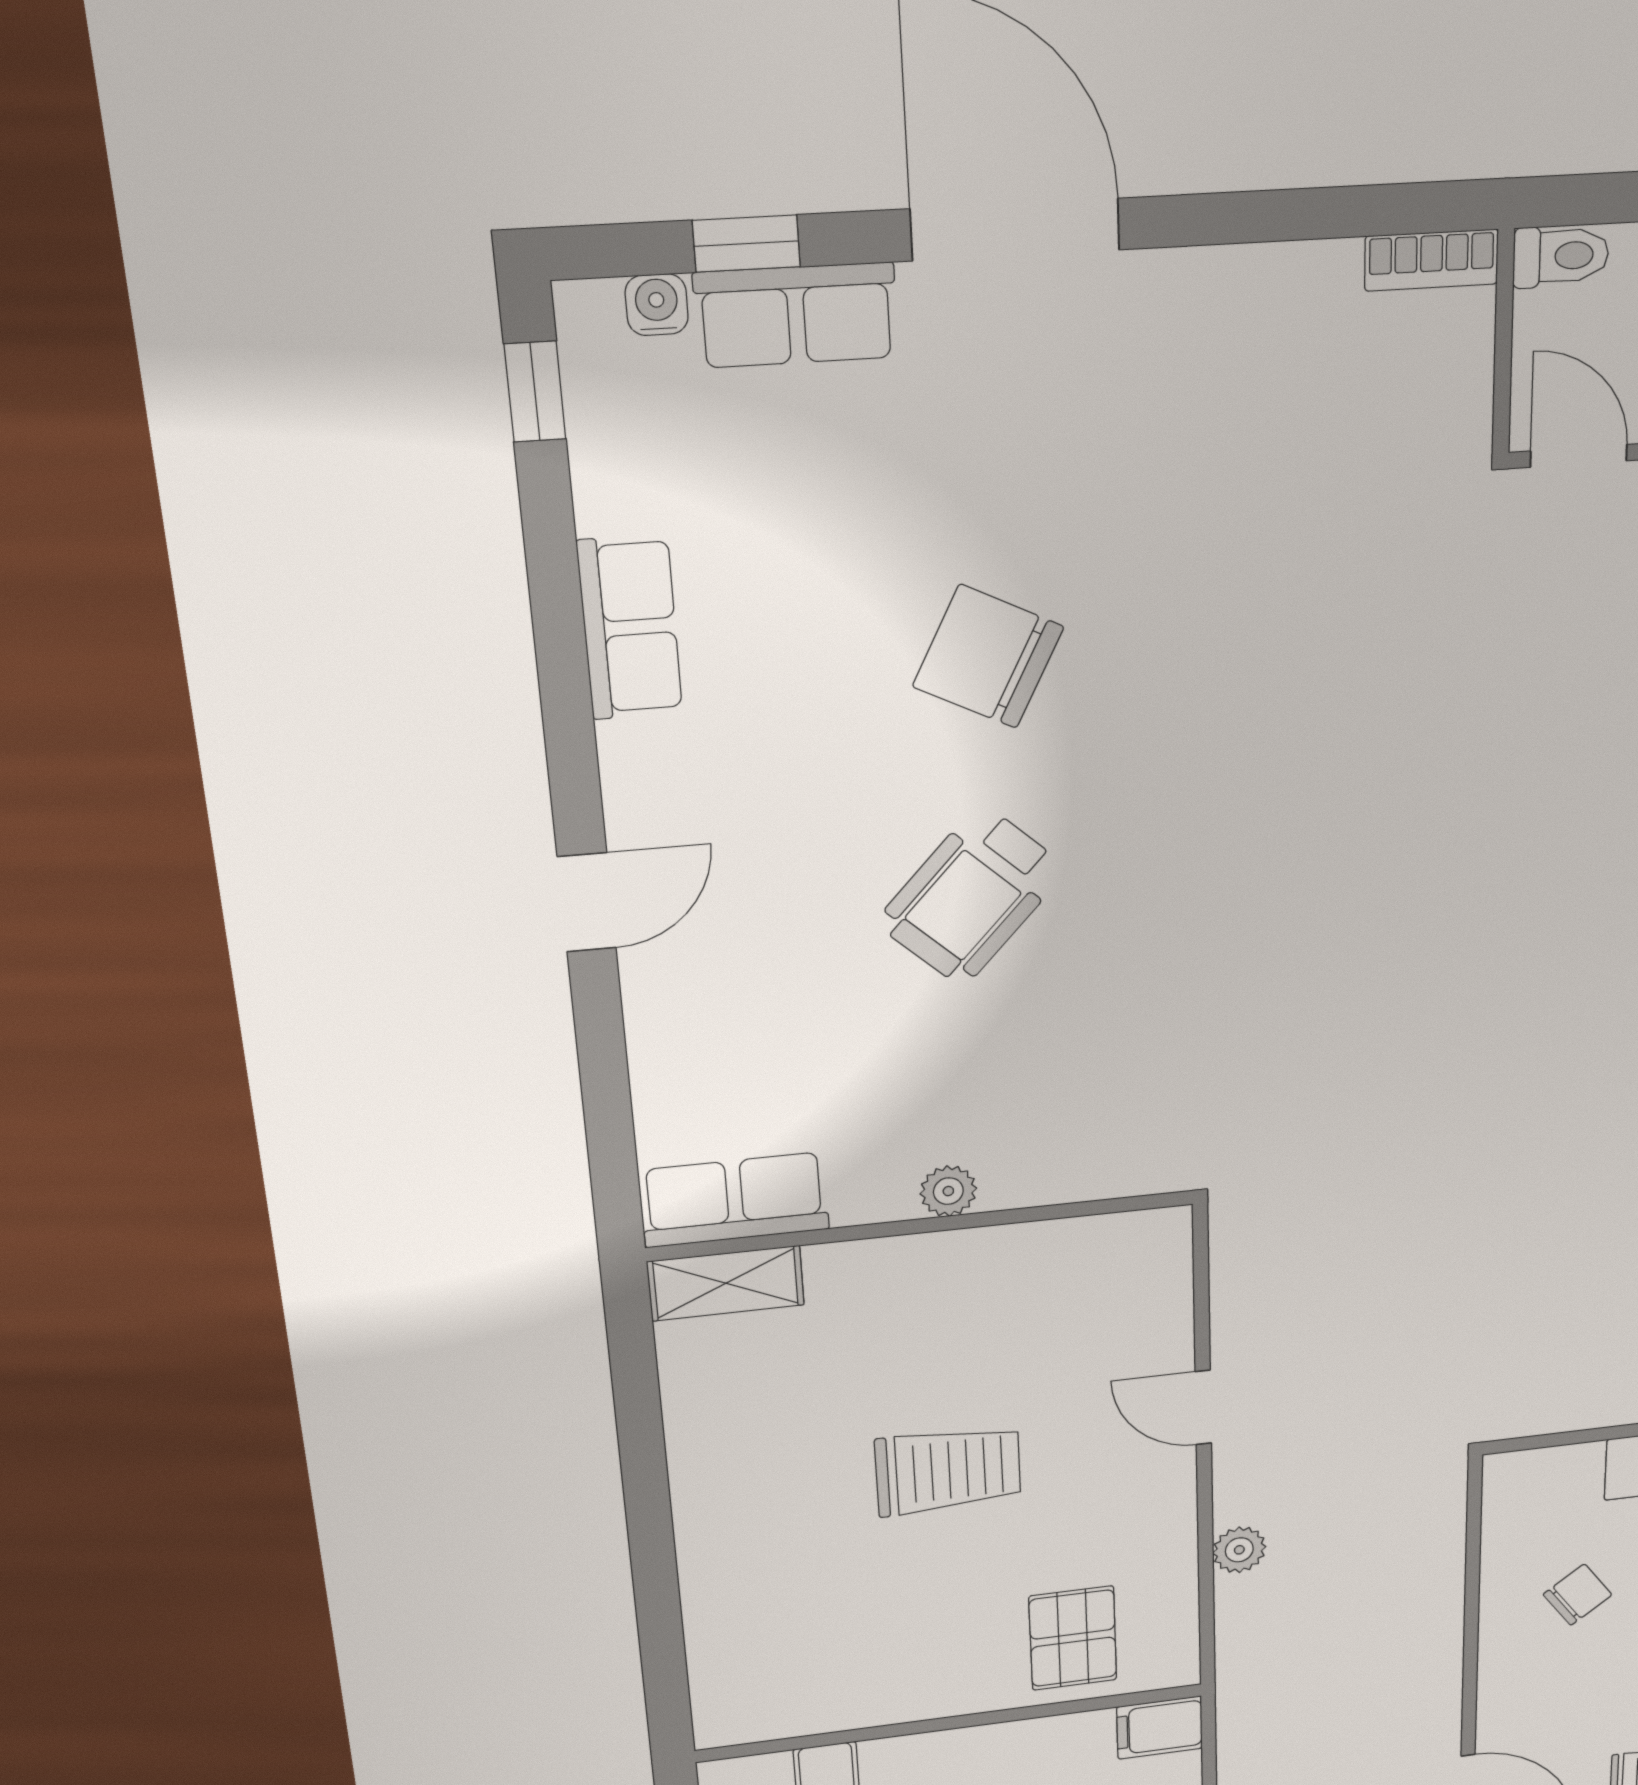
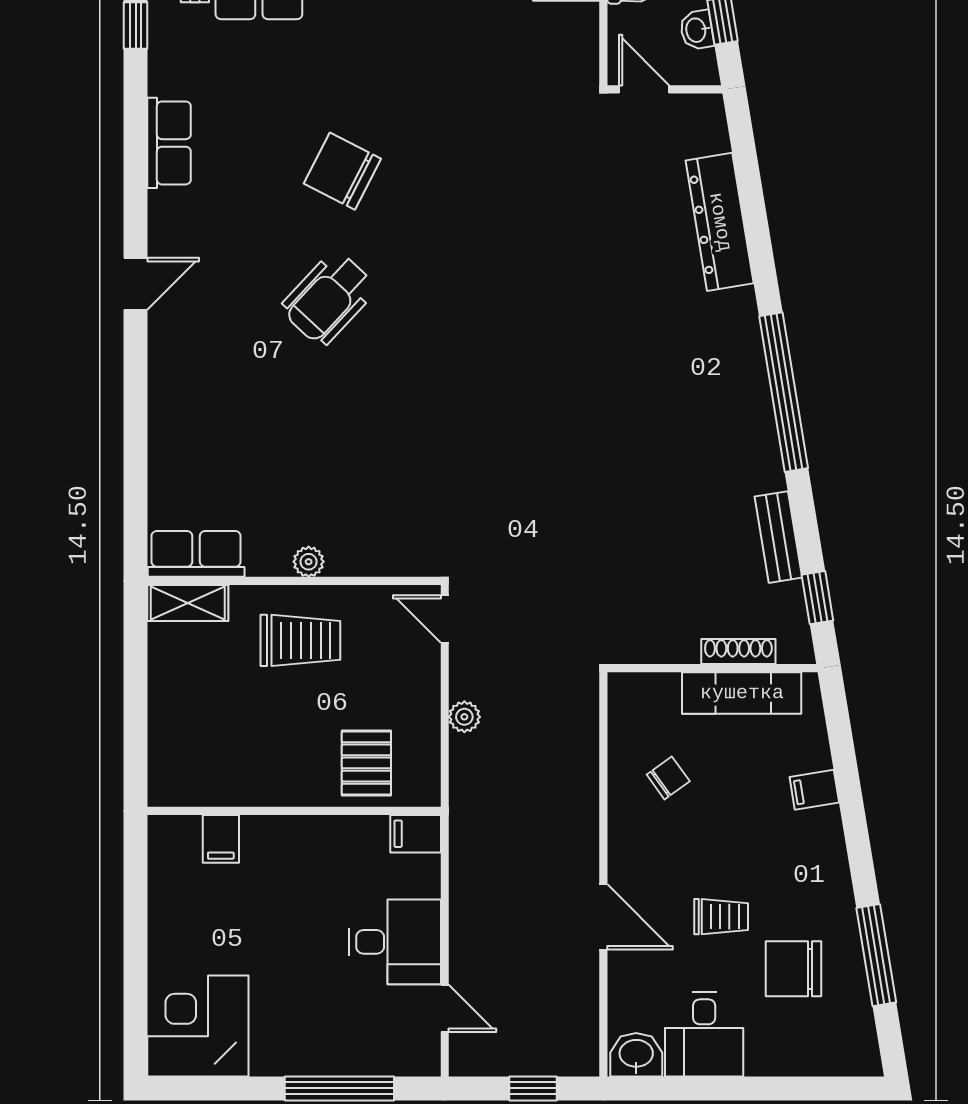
plant: (948, 1191) -> (309, 562), moved
row of seats: (735, 1200) -> (196, 554), moved
wall: (923, 1226) -> (294, 581), moved
shelving: (726, 1283) -> (188, 603), moved

